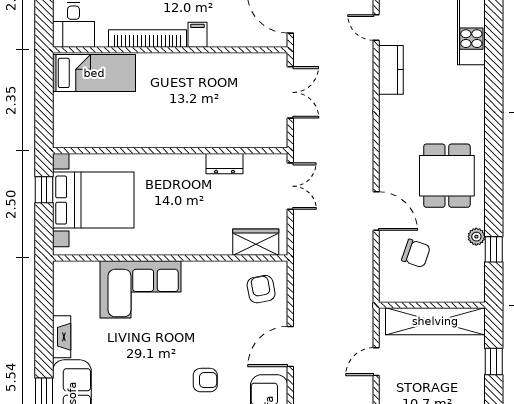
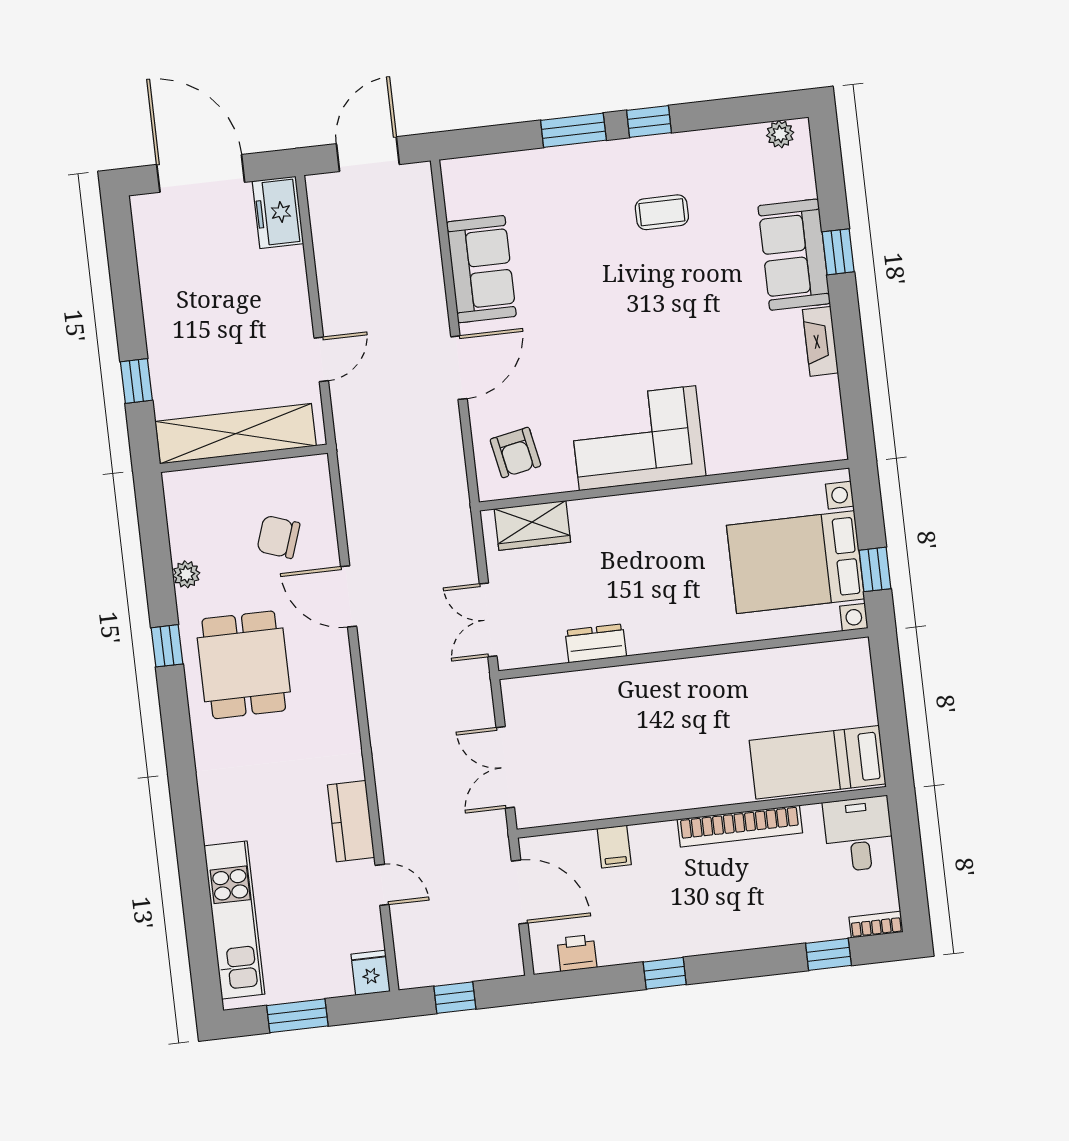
filing cabinet: (197, 35) -> (614, 847), moved
window: (494, 249) -> (167, 646), moved
corner sofa: (140, 289) -> (638, 438), moved
armchair: (205, 380) -> (587, 299), removed

